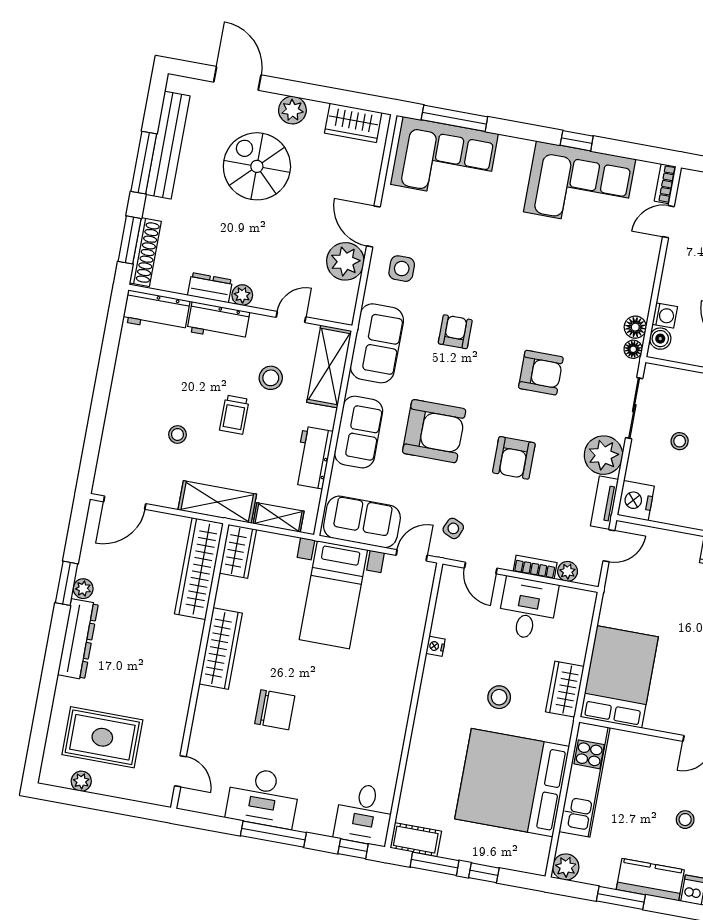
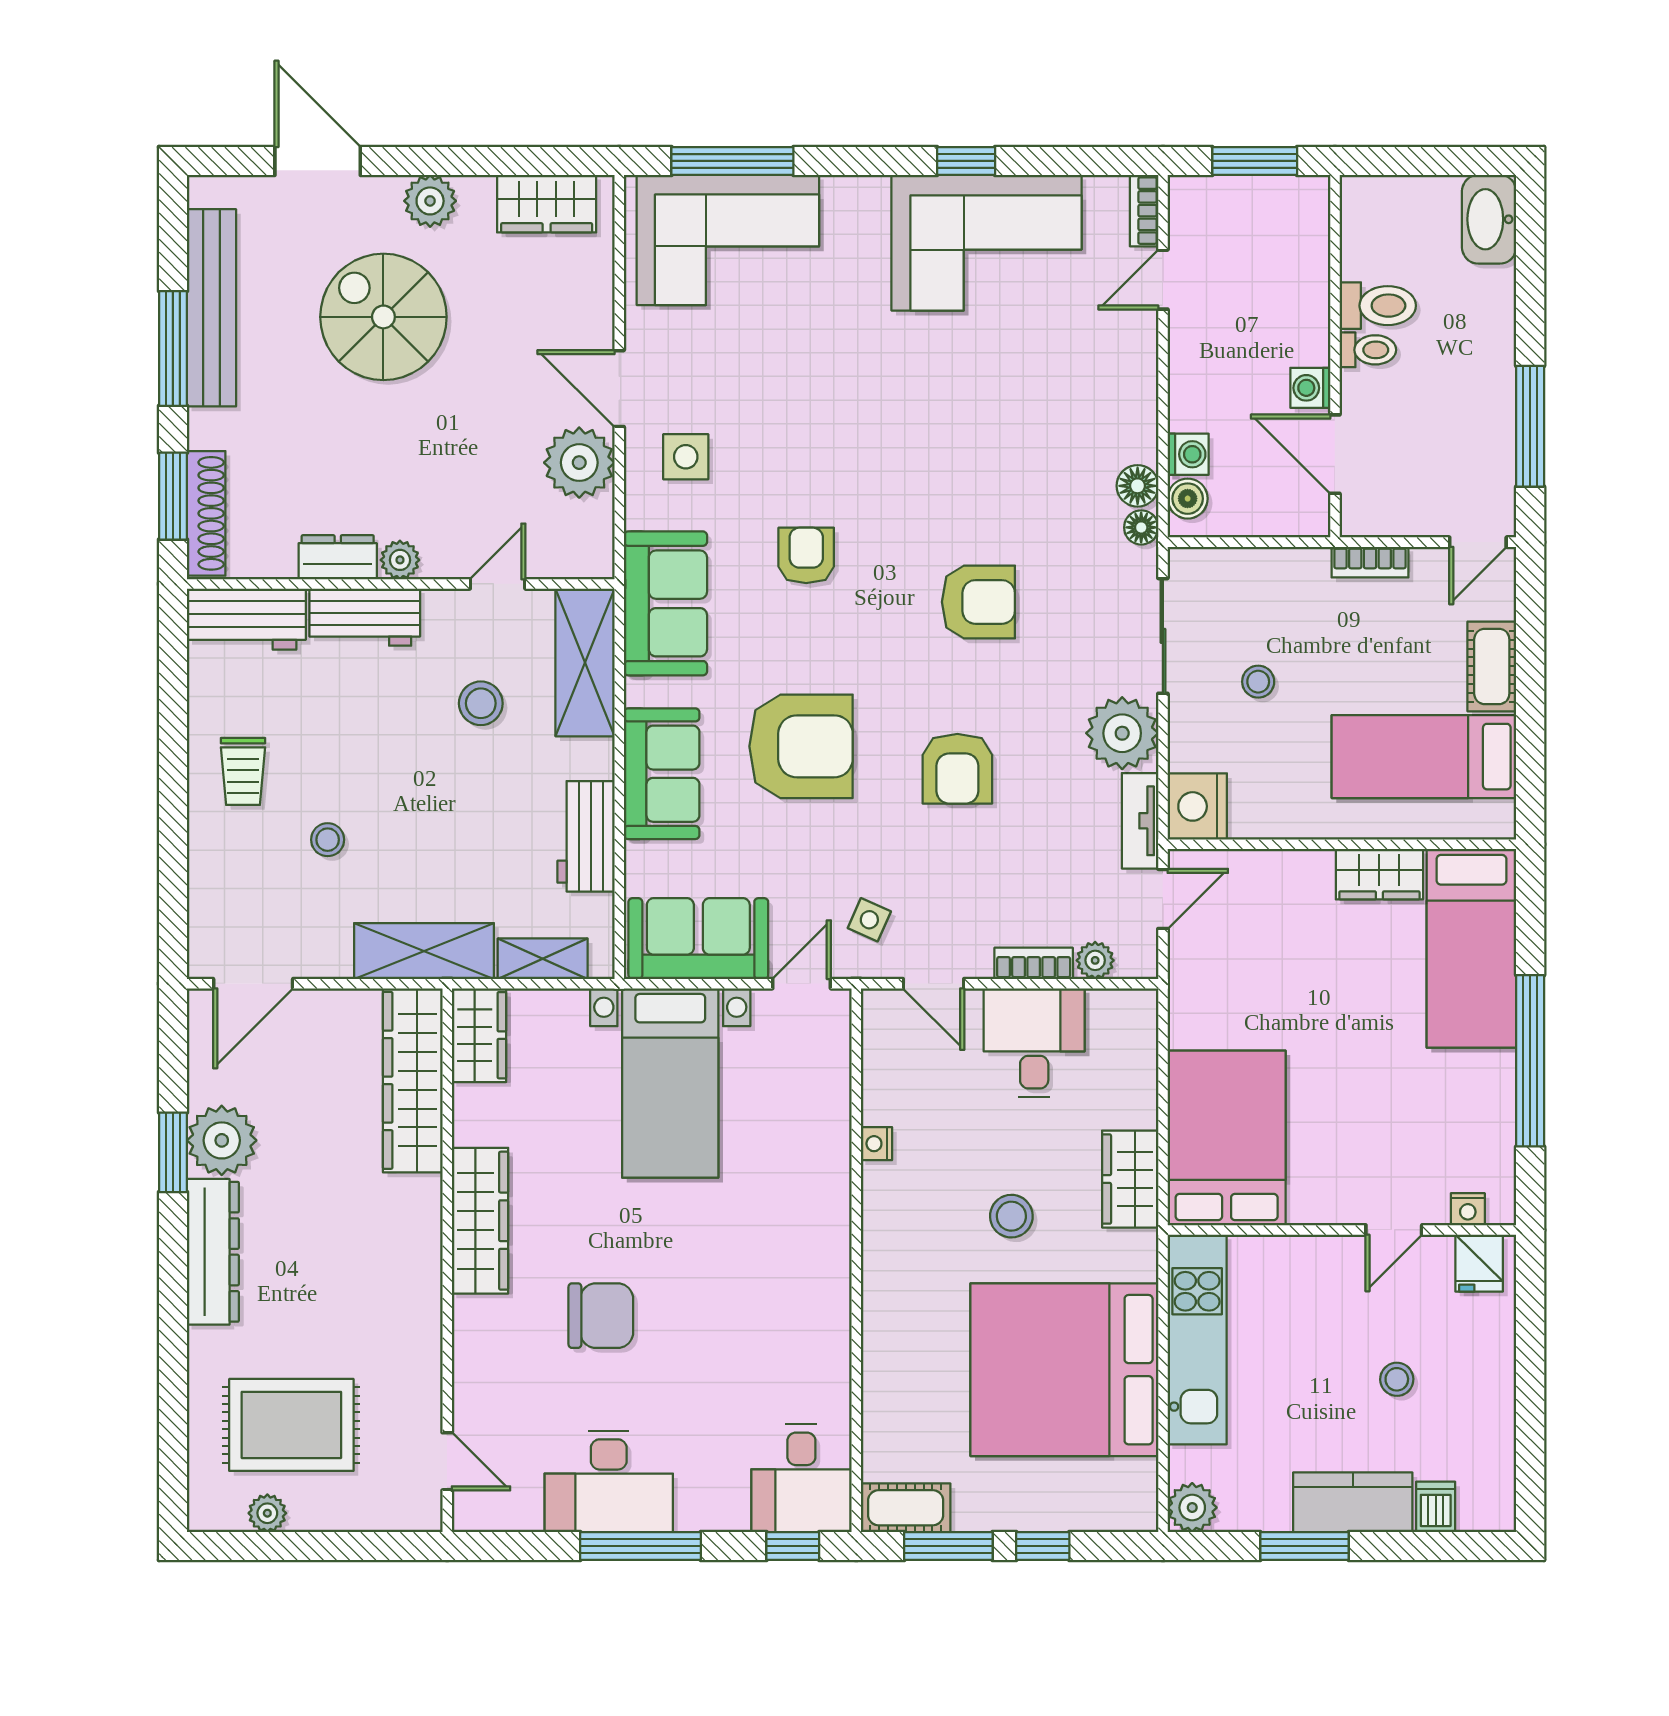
trolley: (234, 415) -> (243, 771), moved
plant: (83, 589) -> (222, 1140), width x1.88, depth x1.88

